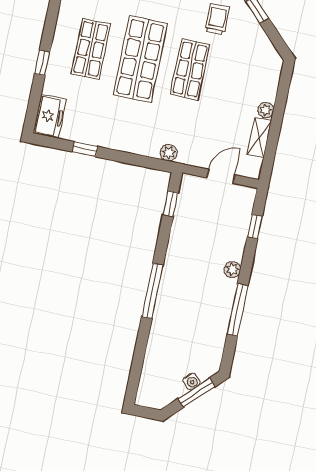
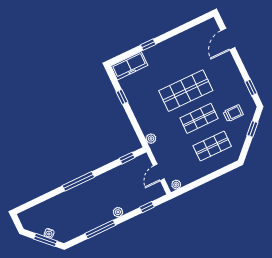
shop shelf: (91, 49) -> (212, 146), moved
plant: (266, 110) -> (176, 185), moved
freezer: (50, 116) -> (129, 66), width x1.40
shelving: (259, 138) -> (192, 177), removed
door: (221, 176) -> (159, 172), swing flipped

